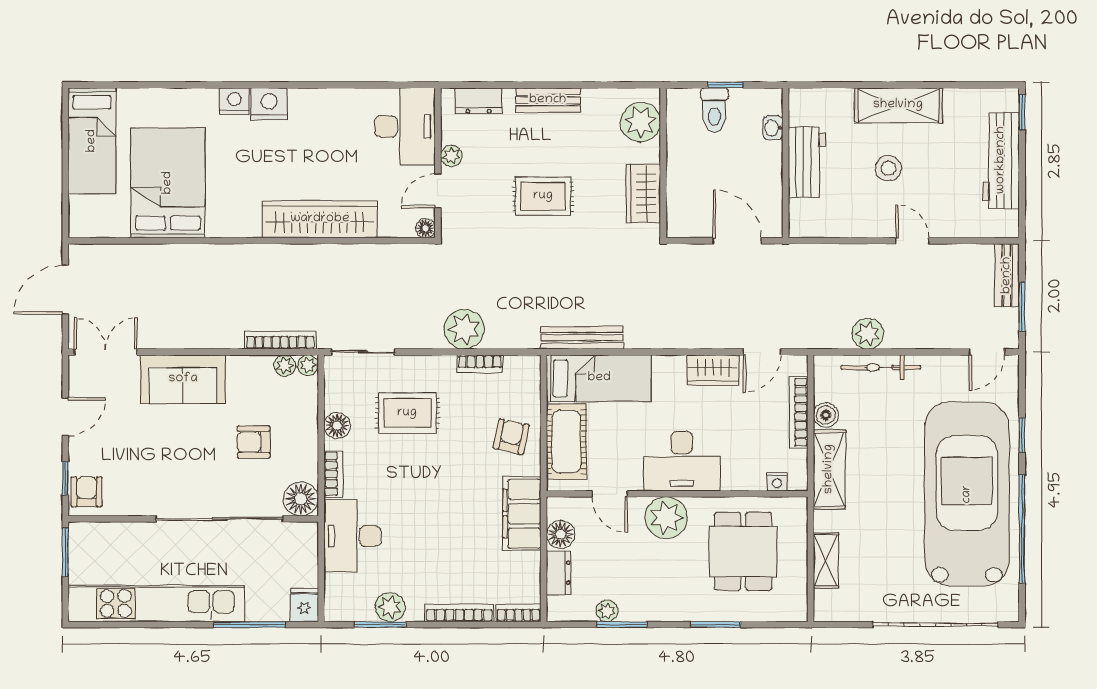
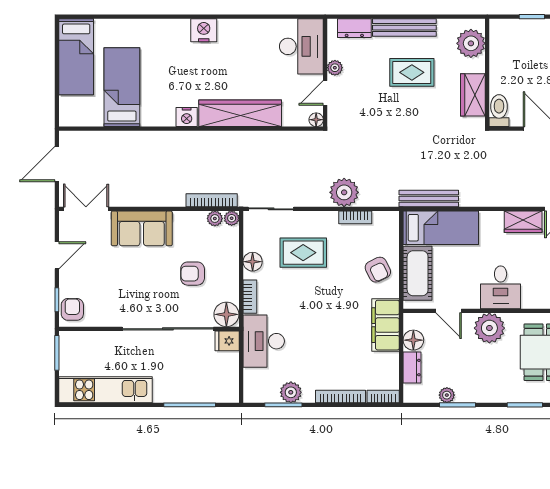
bench: (548, 100) -> (404, 28), width x1.36
nightstand: (234, 101) -> (187, 117), moved, turned 180
toilet: (714, 110) -> (499, 111), moved, turned 180
bed: (168, 183) -> (122, 87), width x0.67
rug: (543, 196) -> (412, 72), moved
armchair: (511, 437) -> (378, 270), turned 142
desk: (682, 461) -> (501, 287), width x0.73
kitchen unit: (156, 604) -> (106, 390), width x0.73
fridge: (304, 605) -> (227, 341), moved, turned -90

